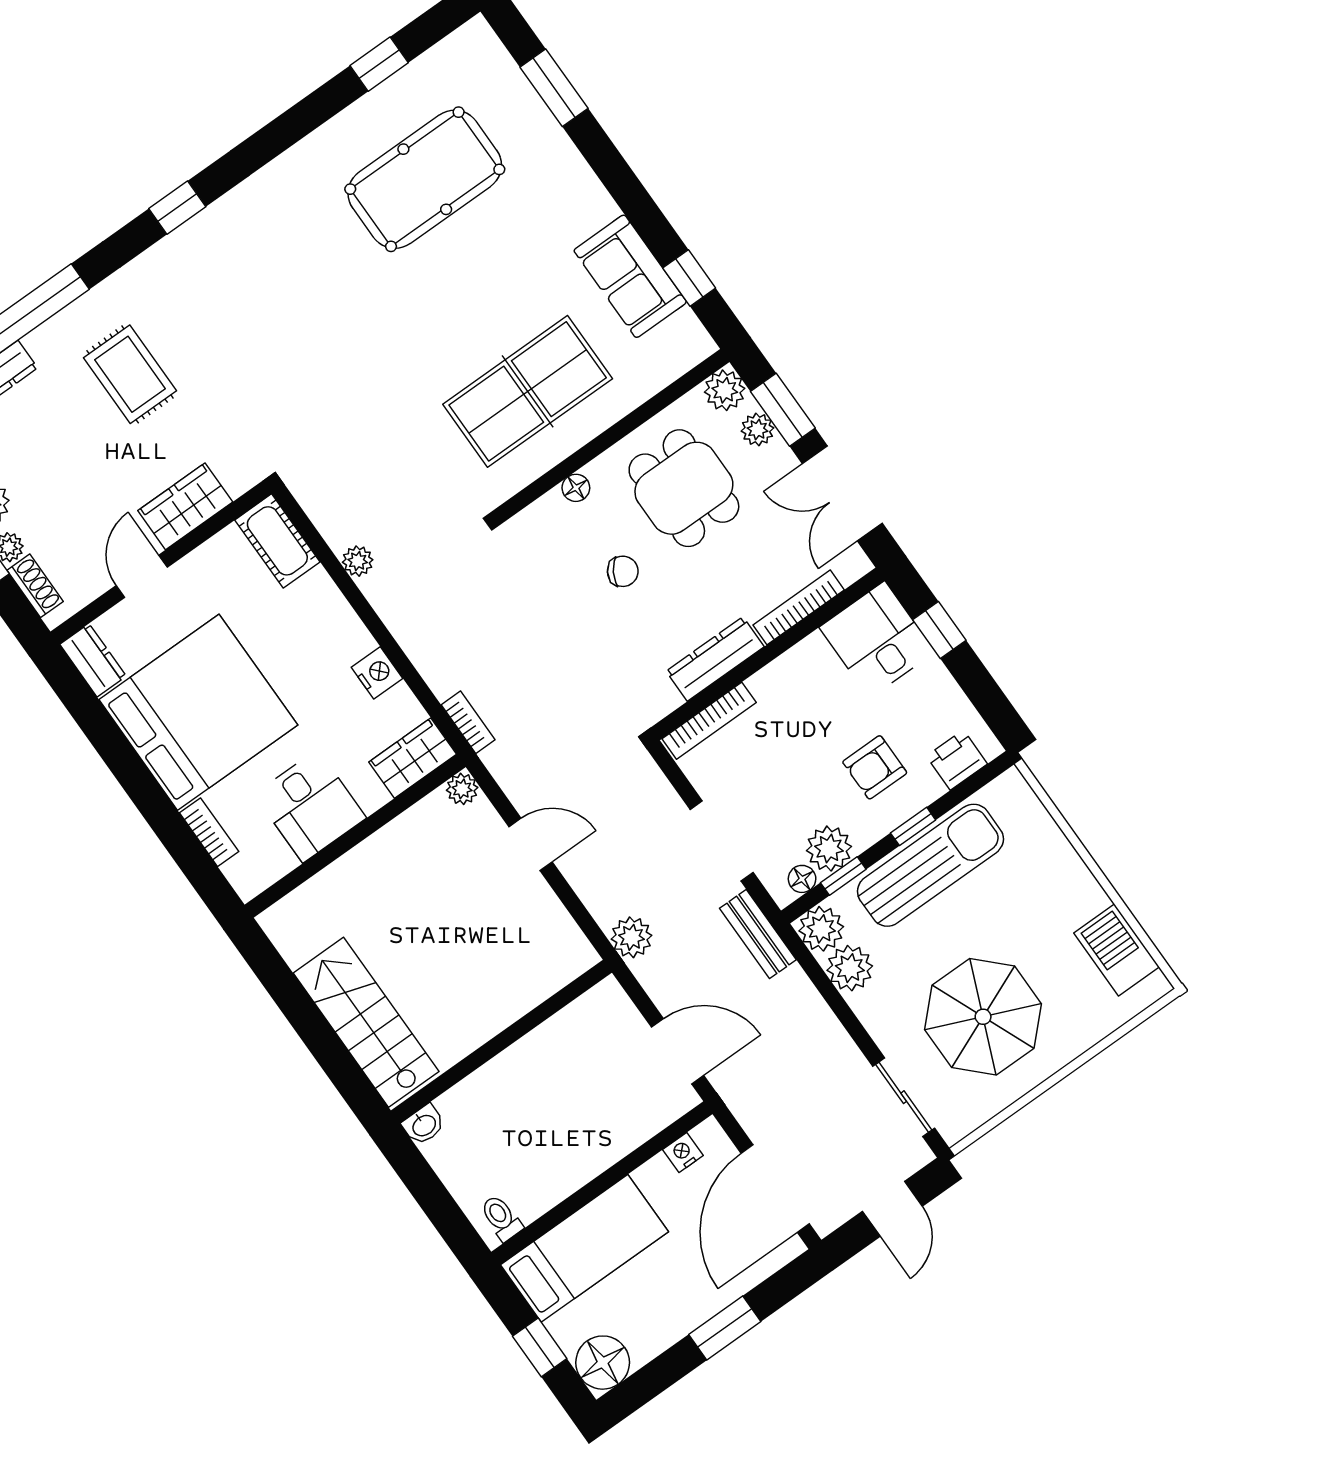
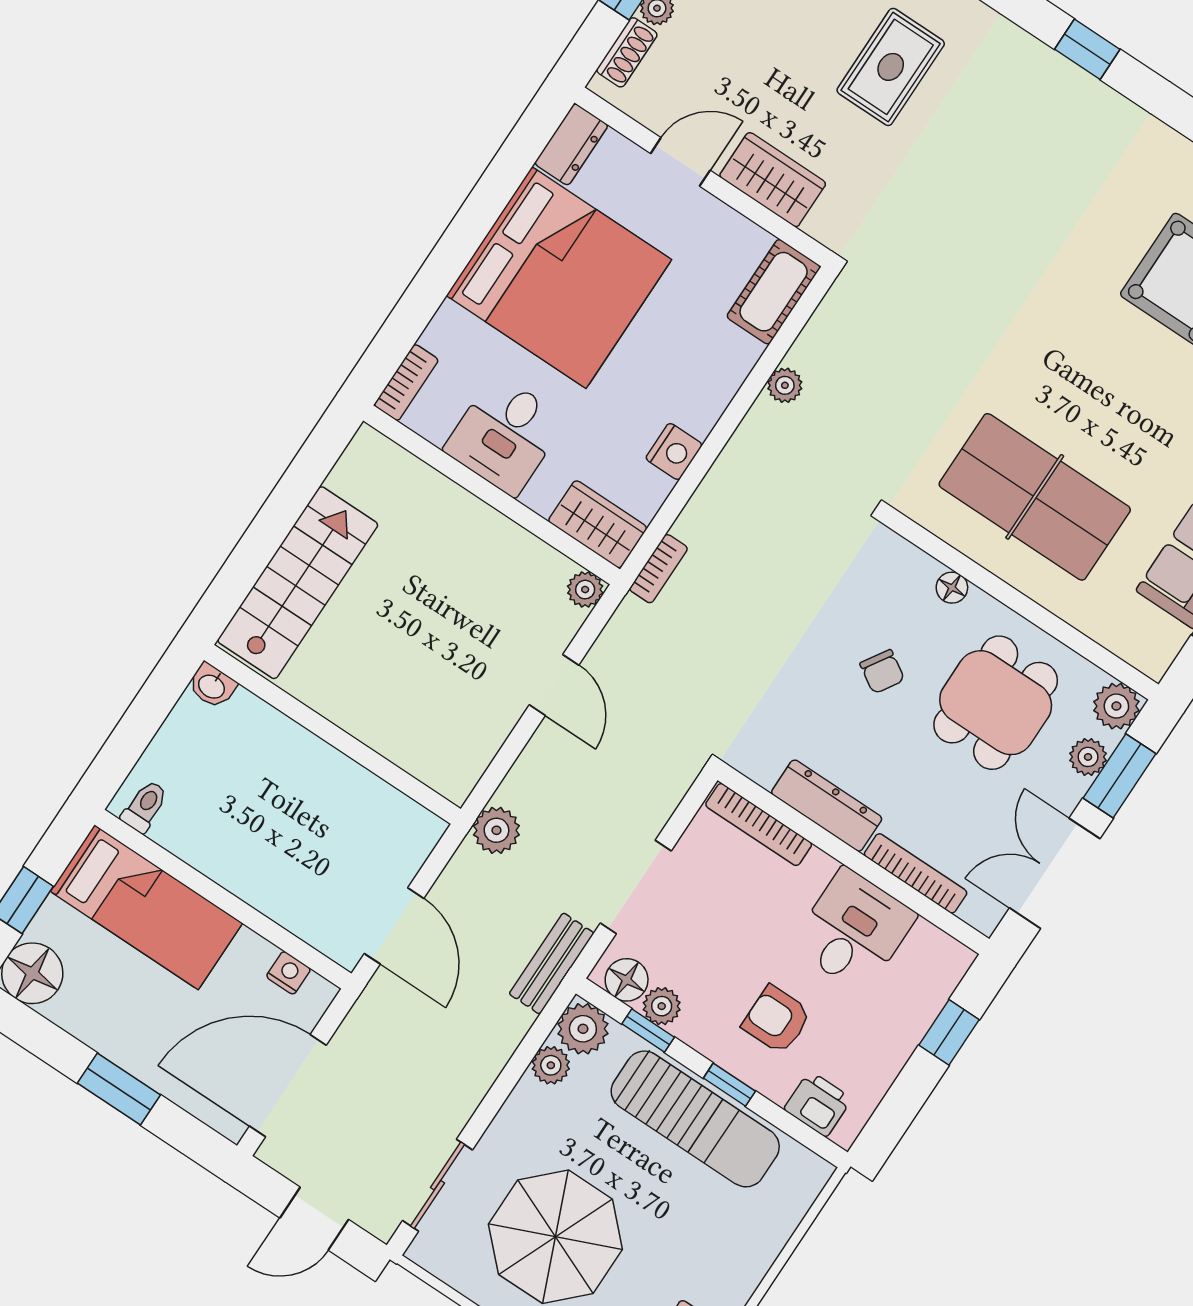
desk: (877, 640) -> (854, 930), moved
bookcase: (209, 832) -> (406, 383), moved
plant: (829, 849) -> (662, 1006), width x0.73, depth x0.73
floor lamp: (802, 879) -> (627, 980), width x1.37, depth x1.37
plant: (850, 968) -> (551, 1065), width x0.73, depth x0.73

